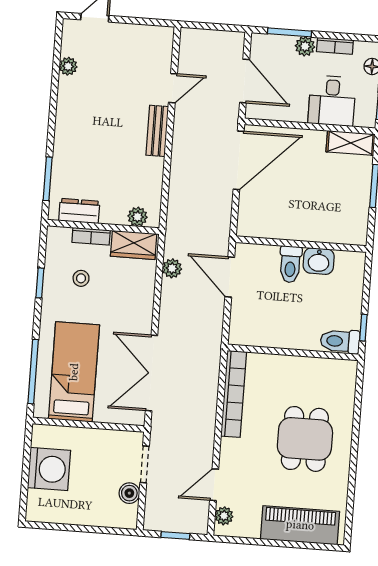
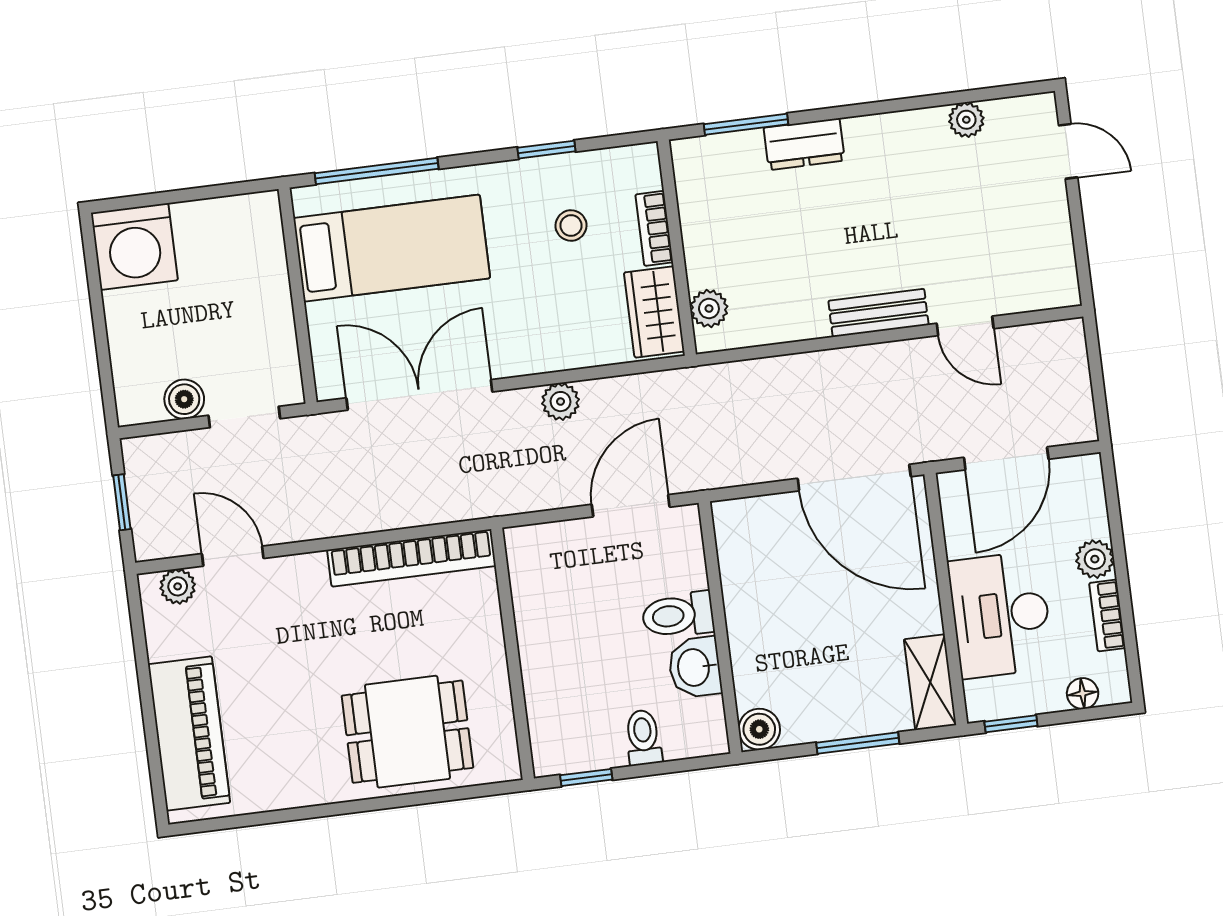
window: (289, 32) -> (1115, 524), removed
desk: (332, 101) -> (1001, 615), width x1.37
dresser: (79, 211) -> (804, 144), moved, turned 90
boiler: (357, 235) -> (759, 729), added
plant: (172, 268) -> (561, 402), moved
toilet: (340, 341) -> (643, 737), moved, width x0.73, depth x0.72
dining table: (305, 439) -> (407, 732), moved
washing machine: (49, 469) -> (134, 246), moved

